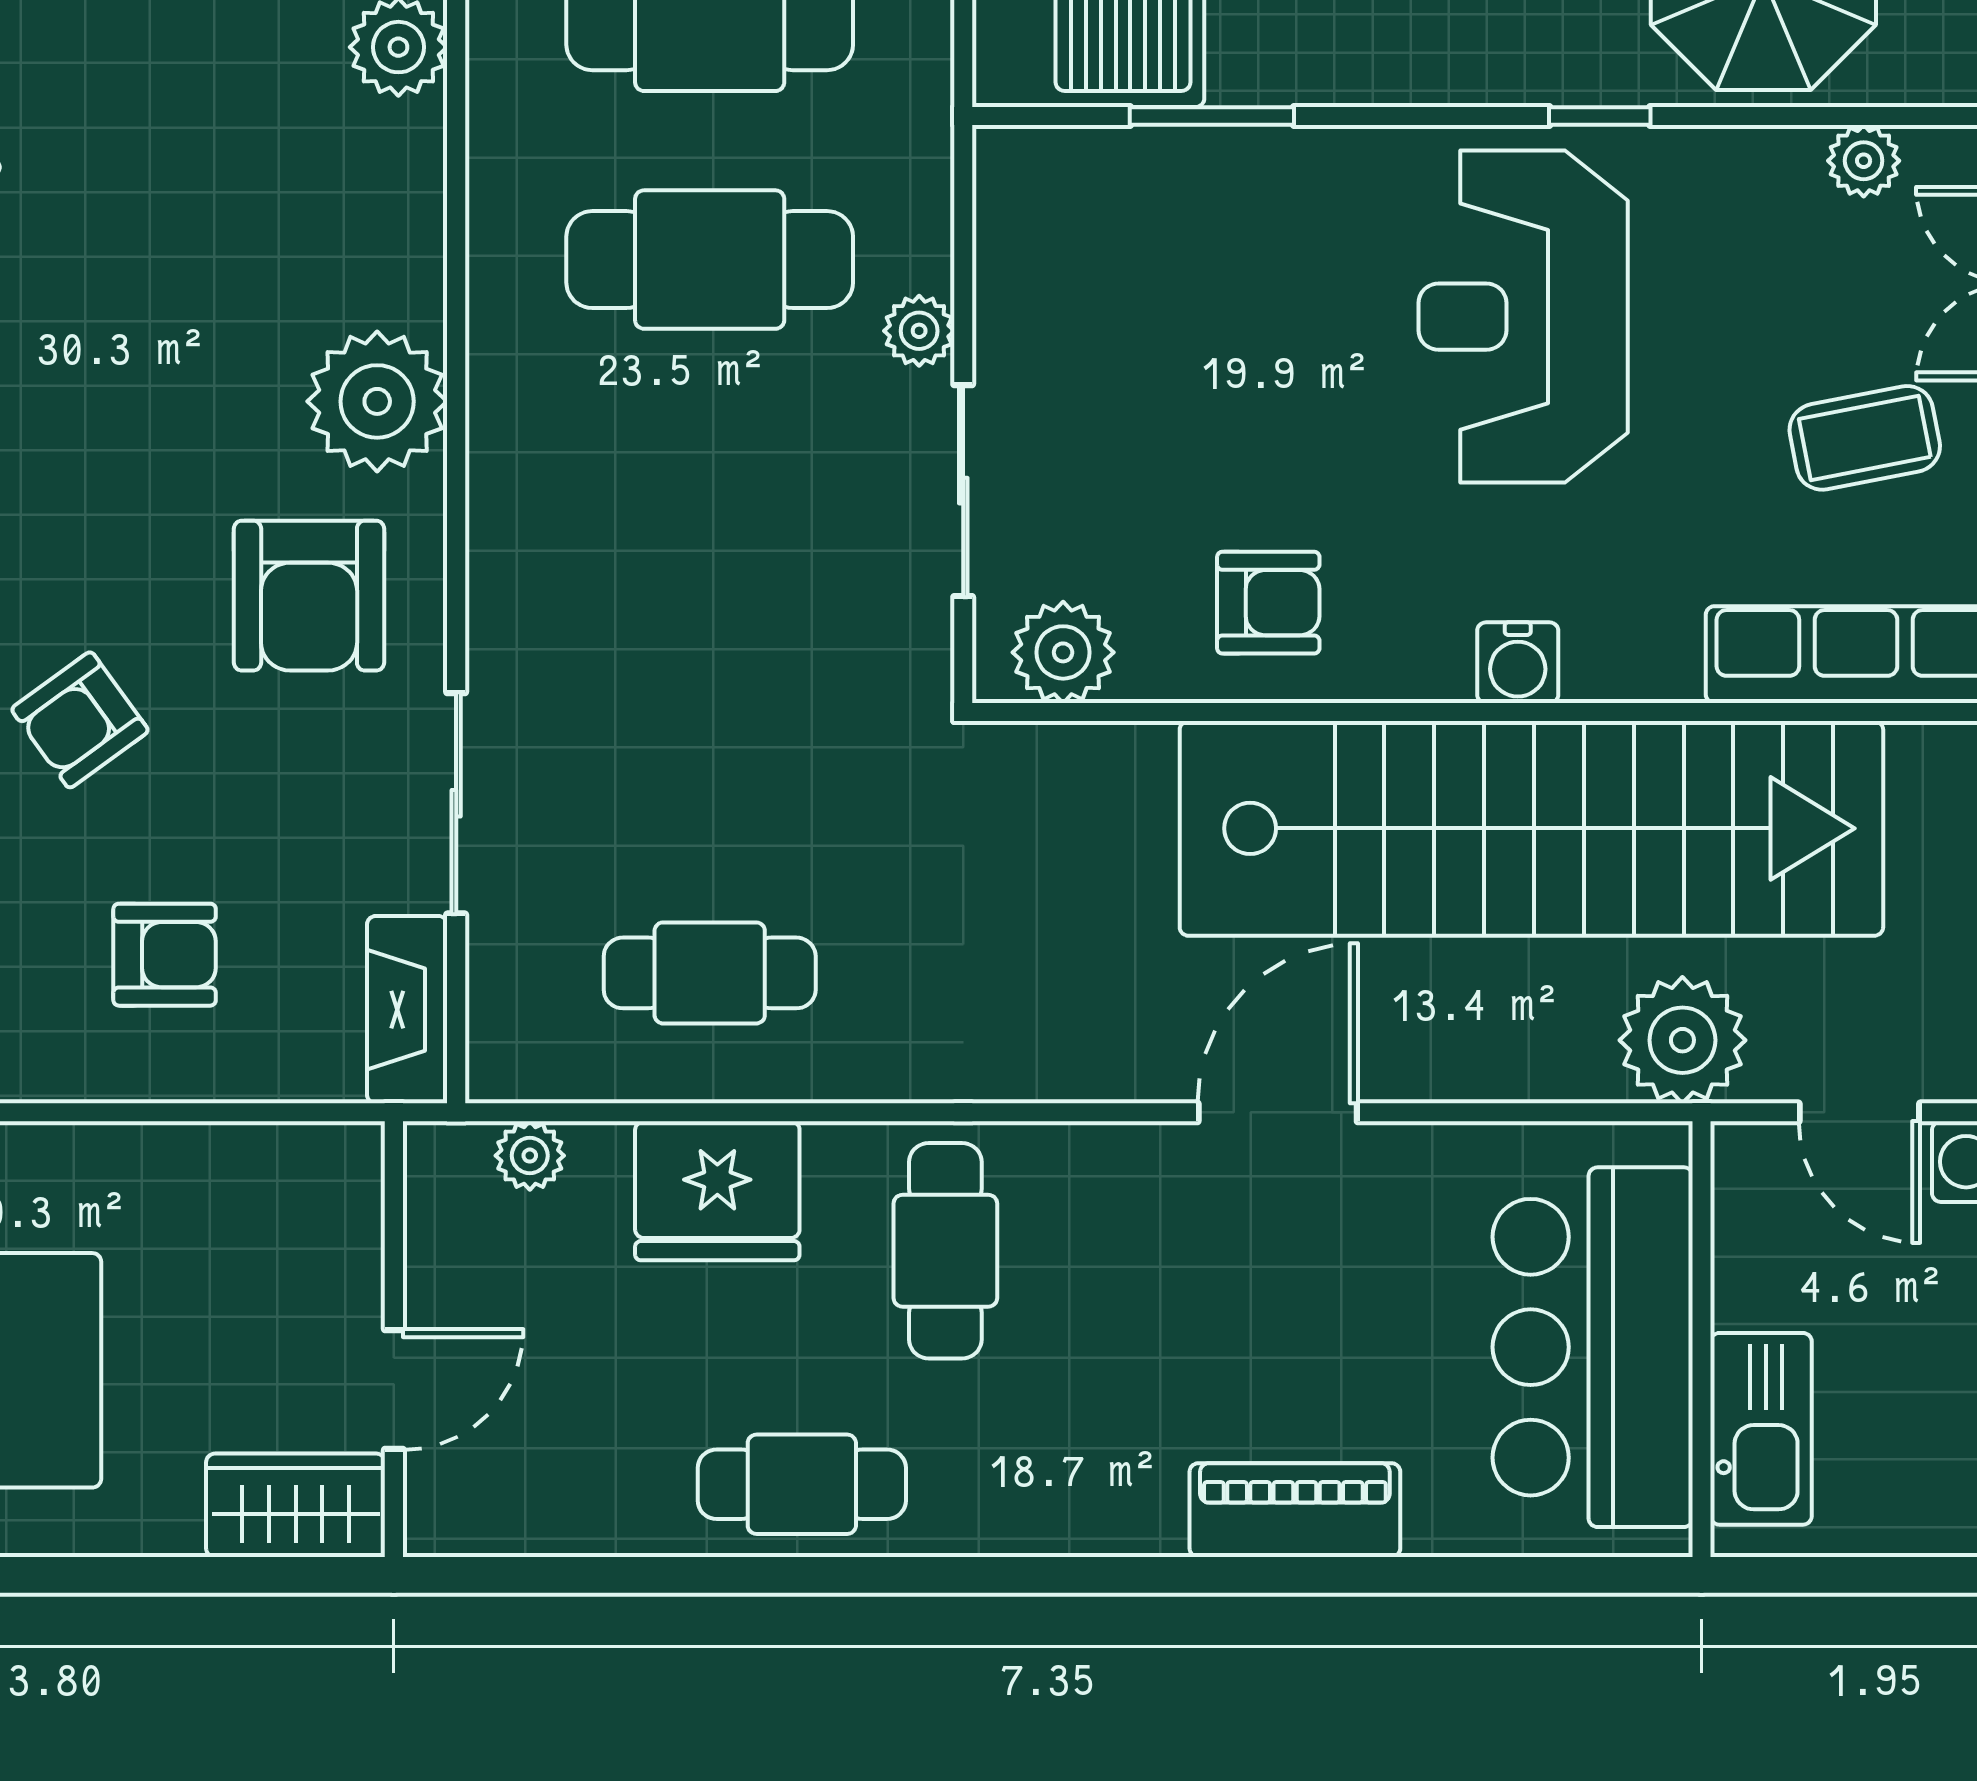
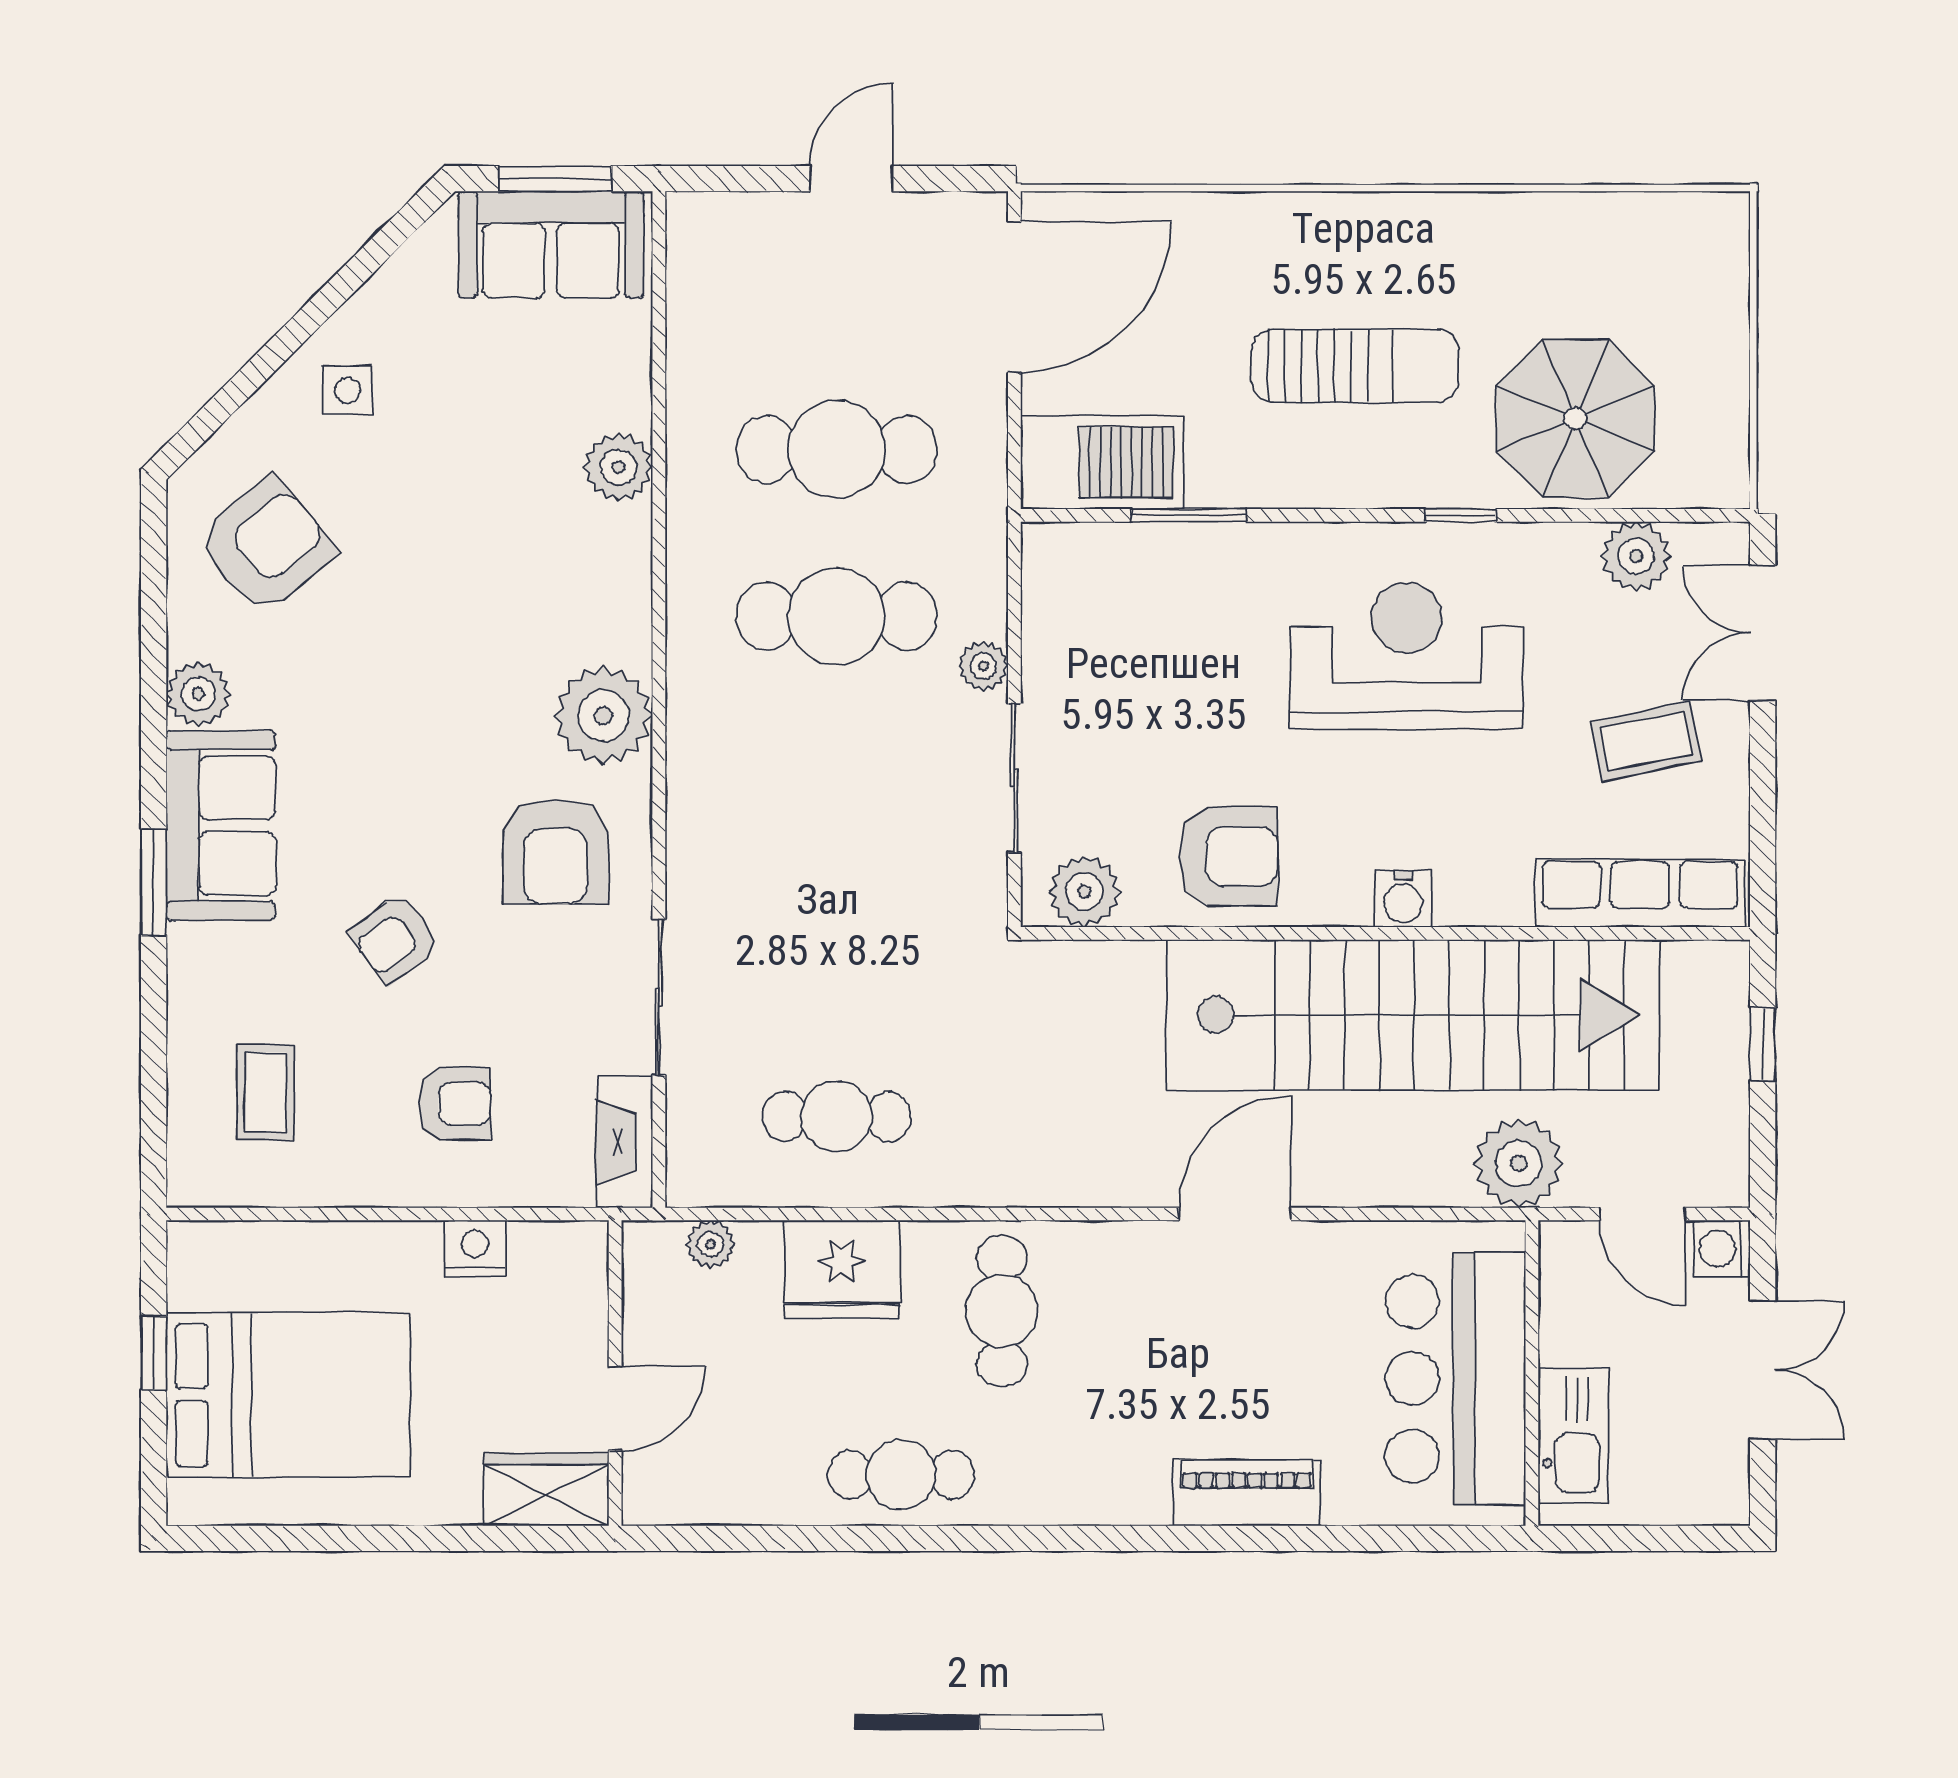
plant: (1864, 161) -> (1636, 556), width x1.38, depth x1.38
reception desk: (1523, 317) -> (1407, 656), turned 90
armchair: (1268, 603) -> (1228, 857), width x1.38, depth x1.38
nightstand: (194, 1161) -> (475, 1248), added

